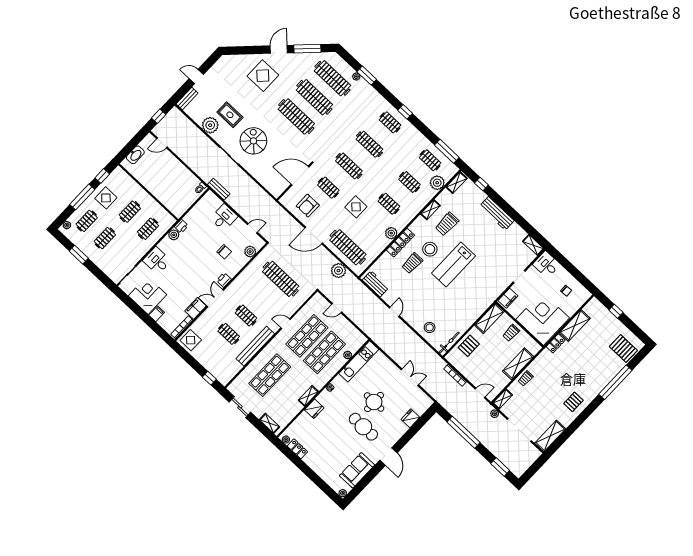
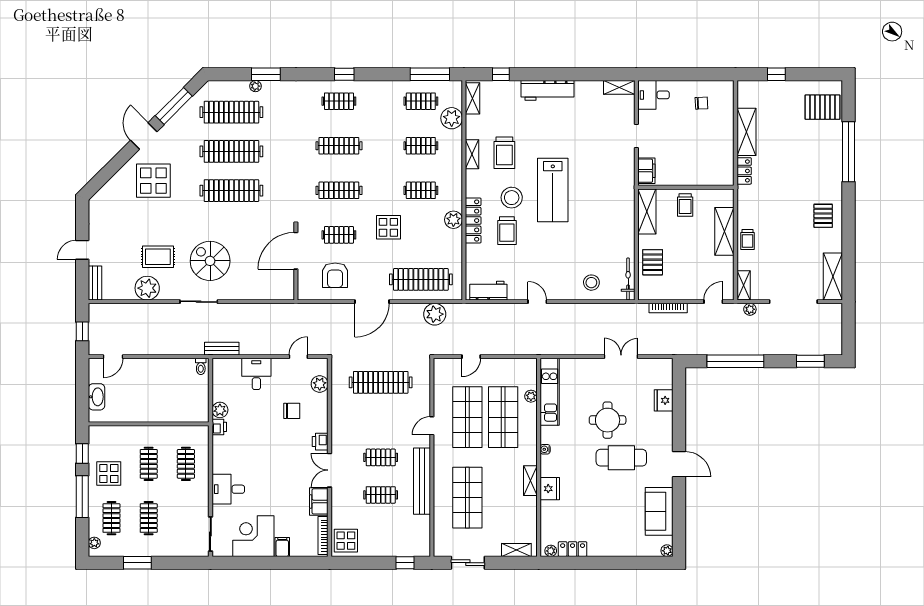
plant: (174, 235) -> (220, 410), moved
corner desk: (543, 319) -> (705, 157), removed

